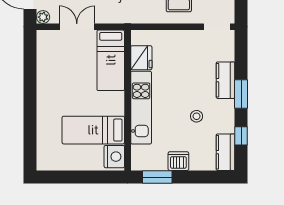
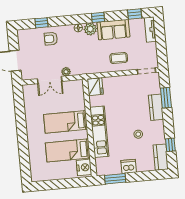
plant: (43, 17) -> (66, 72), moved
double door: (77, 27) -> (50, 80), swing flipped
fridge: (141, 58) -> (95, 87), moved
bed: (111, 60) -> (66, 122), moved, turned 90
window: (241, 94) -> (166, 98), moved

